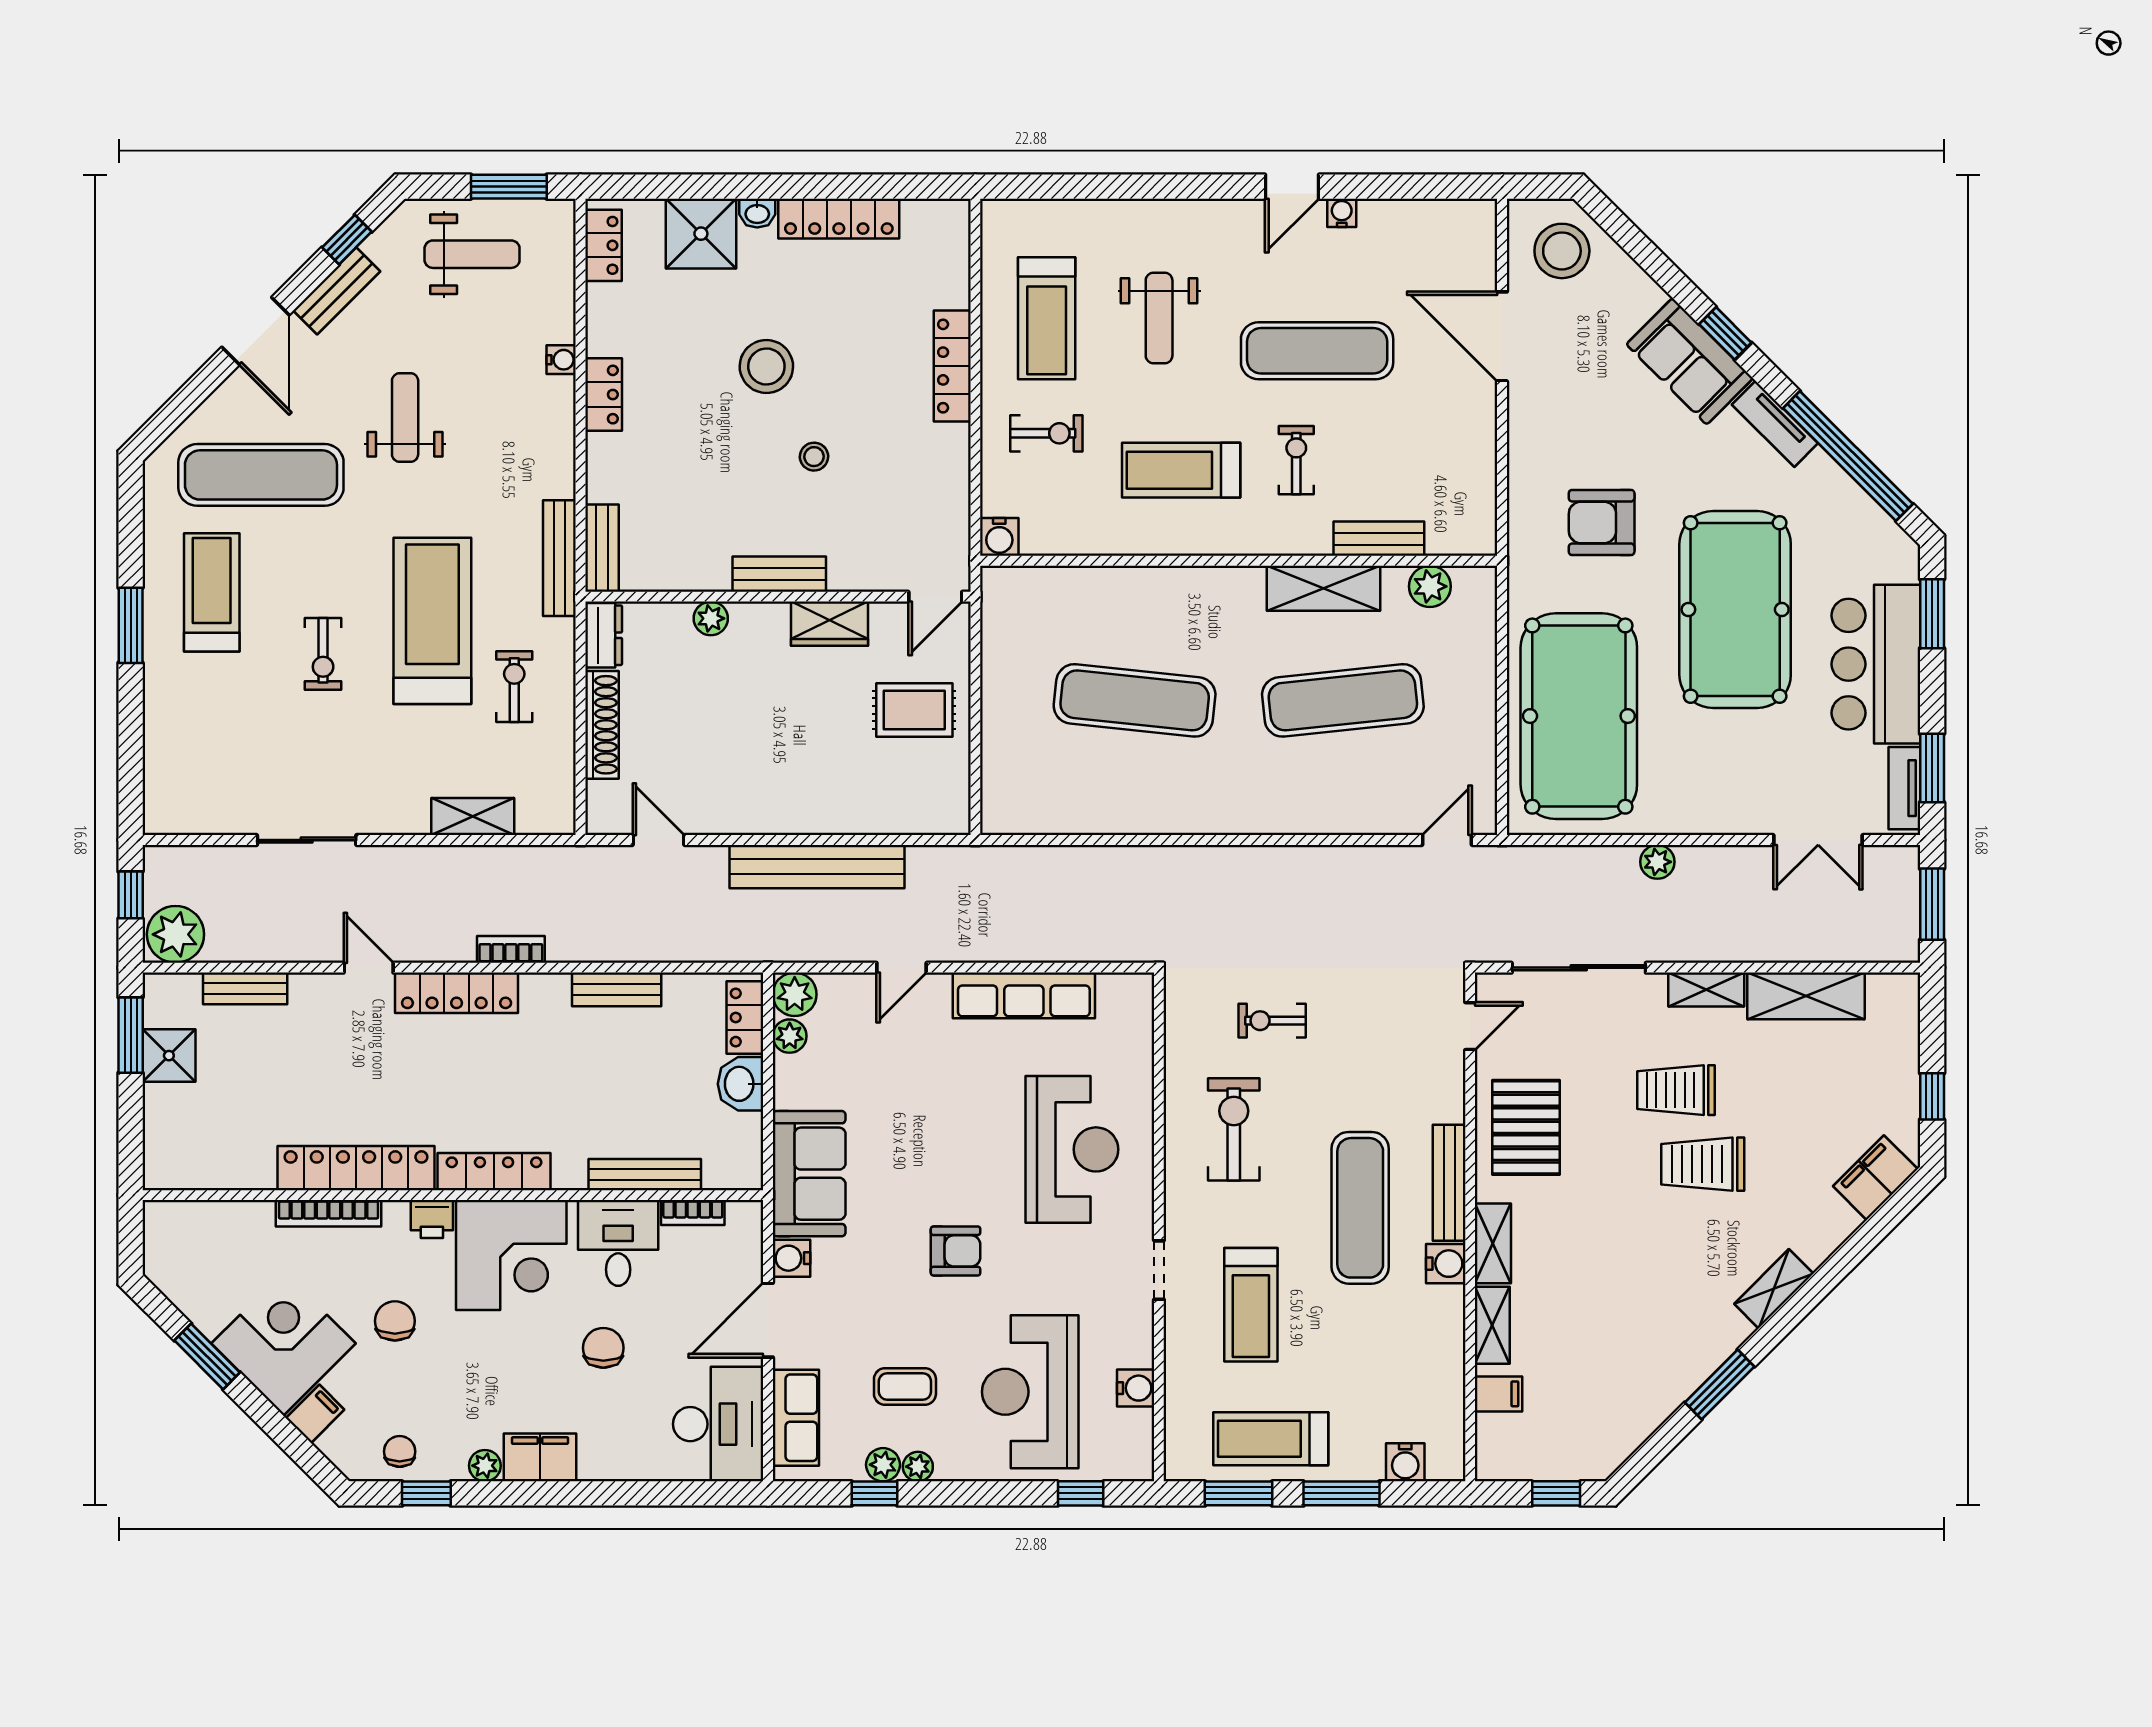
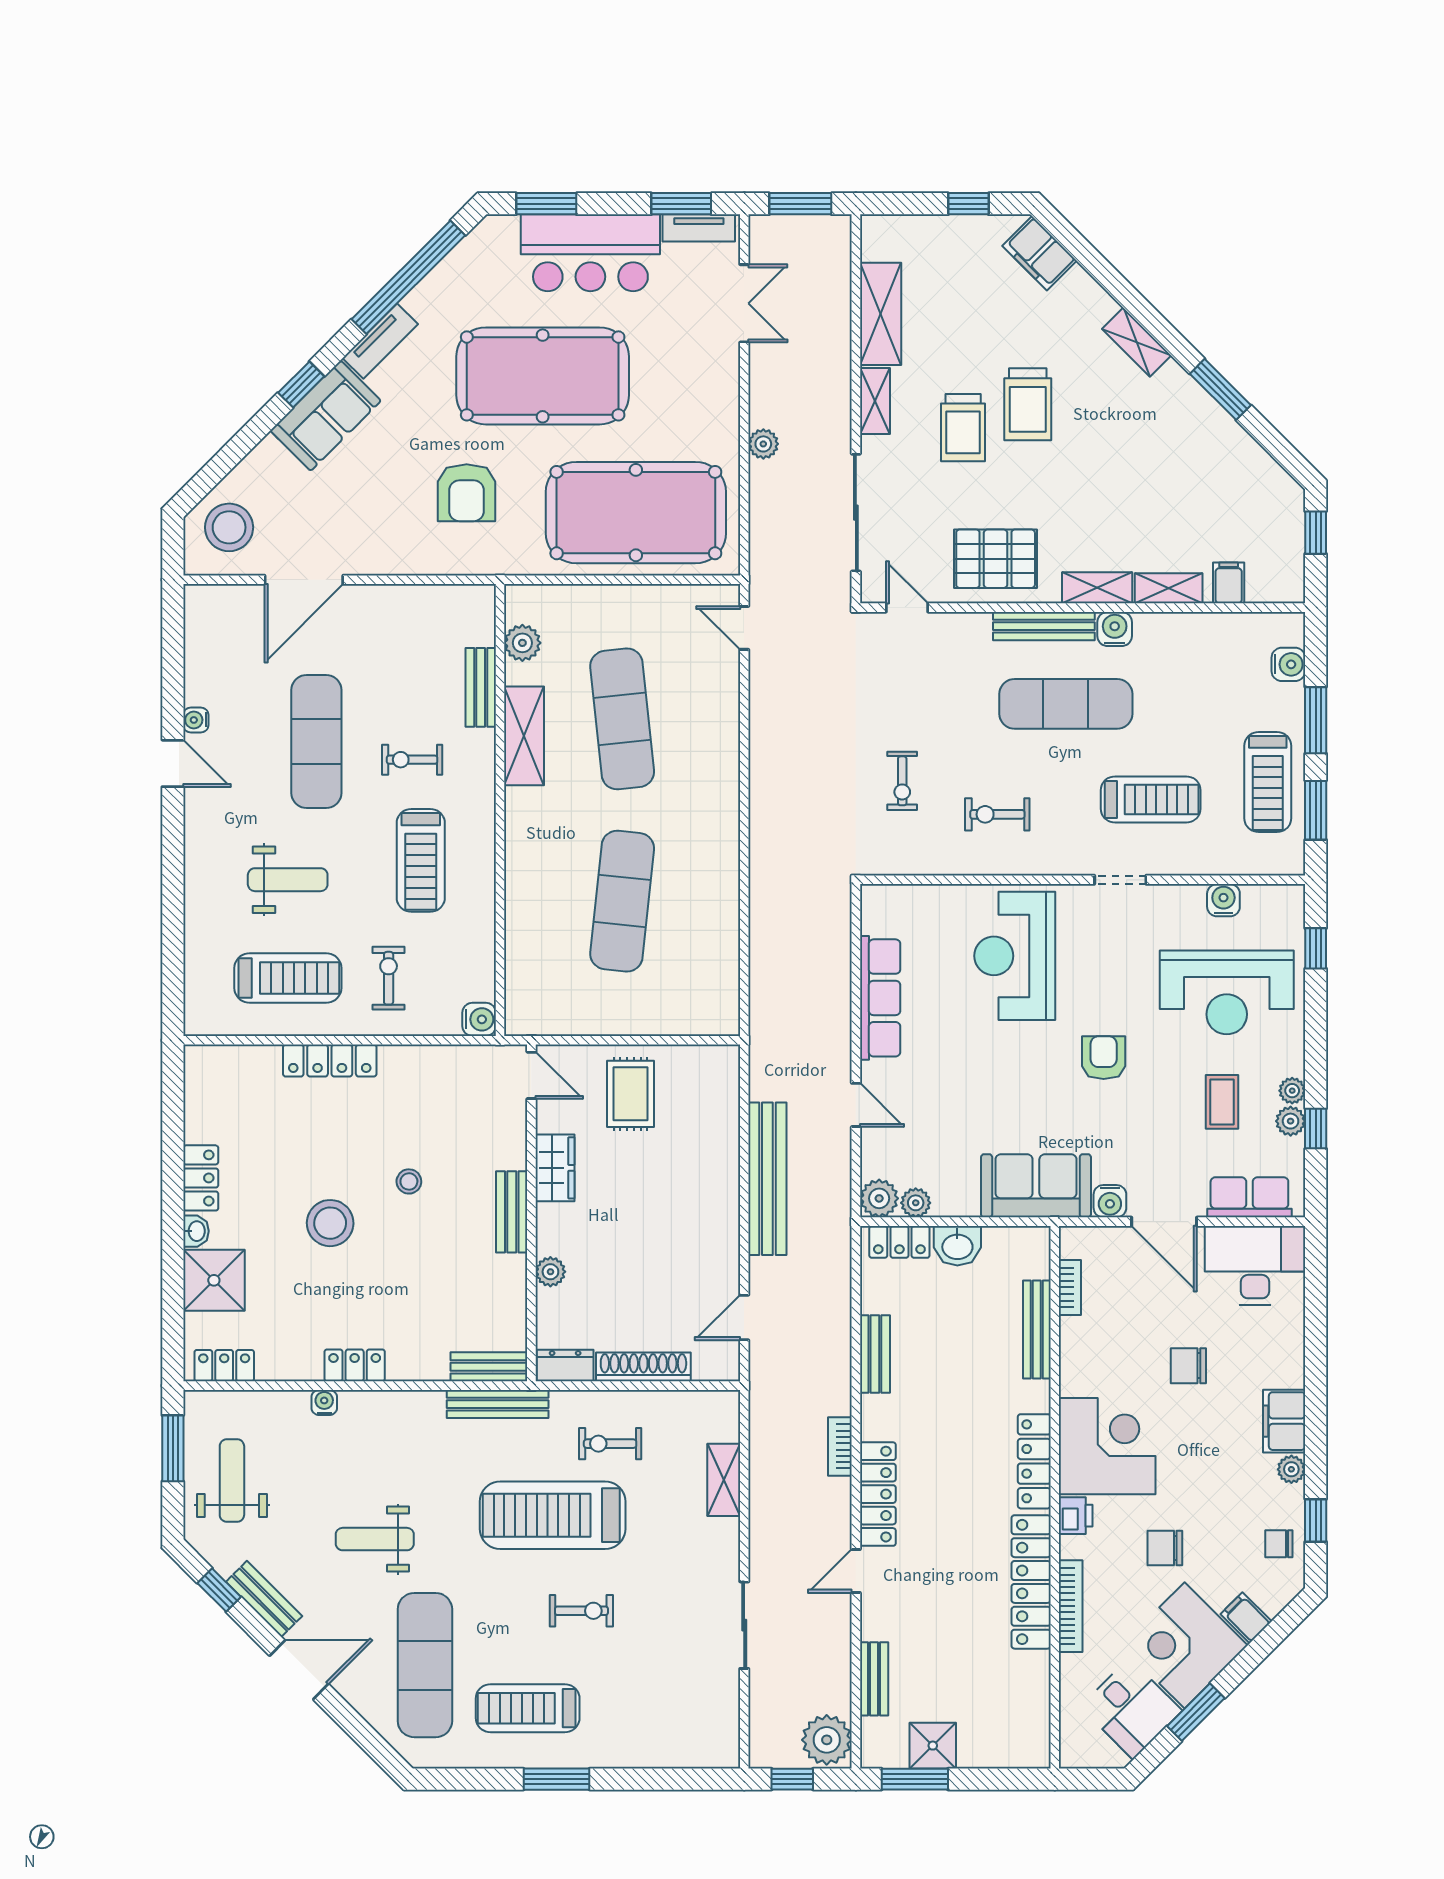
locker: (839, 219) -> (201, 1178), width x0.66
exercise bike: (1234, 1129) -> (997, 814), width x0.73, depth x0.72
reception desk: (1072, 1149) -> (1015, 956), turned -90
desk: (618, 1243) -> (1131, 1709), moved, turned -135

